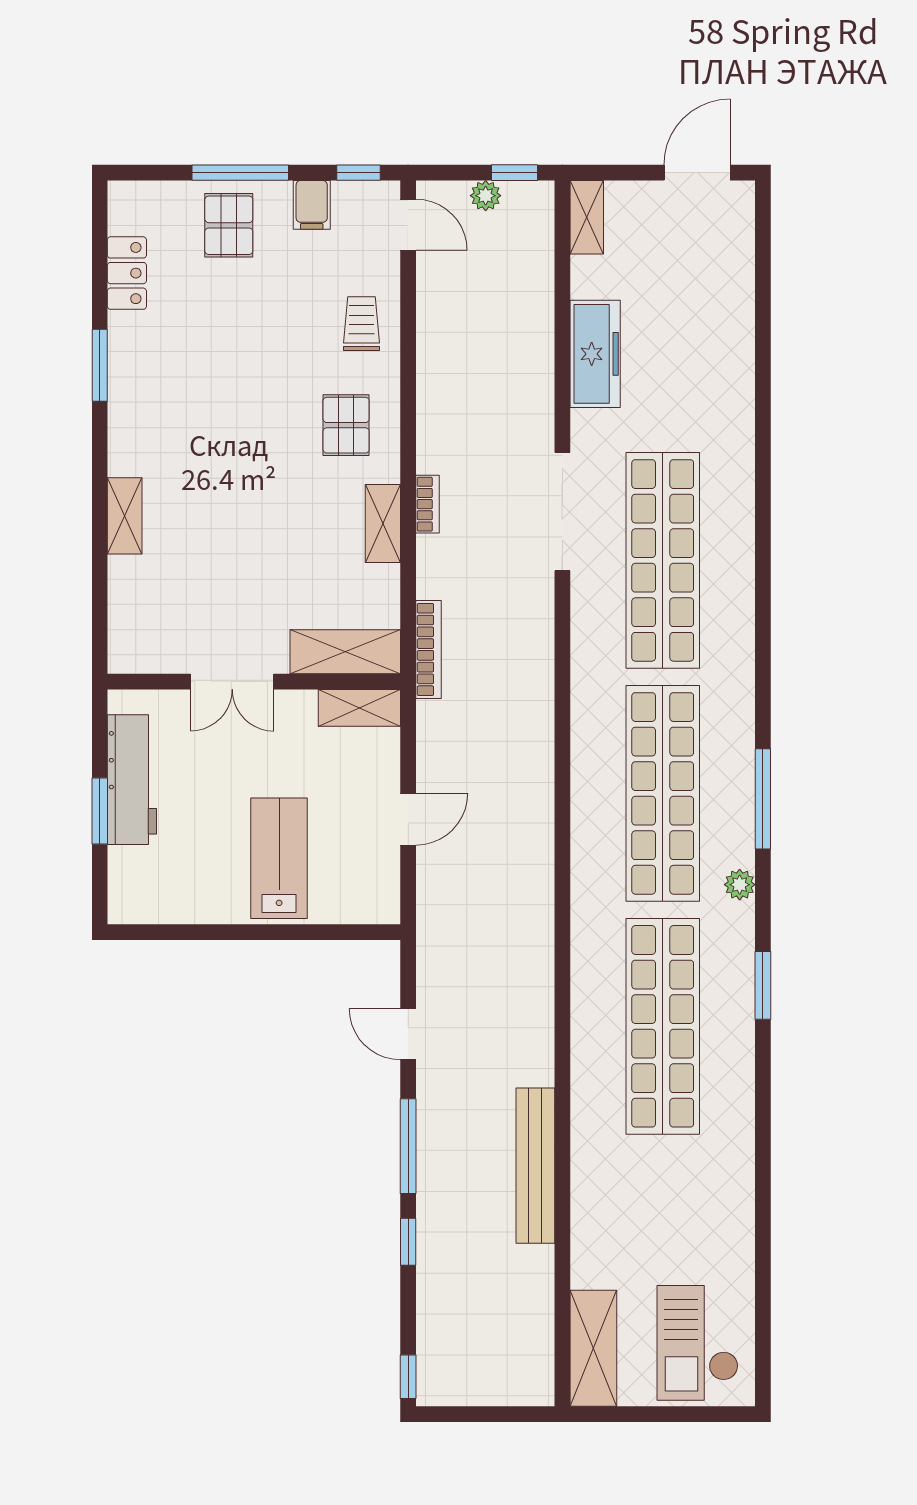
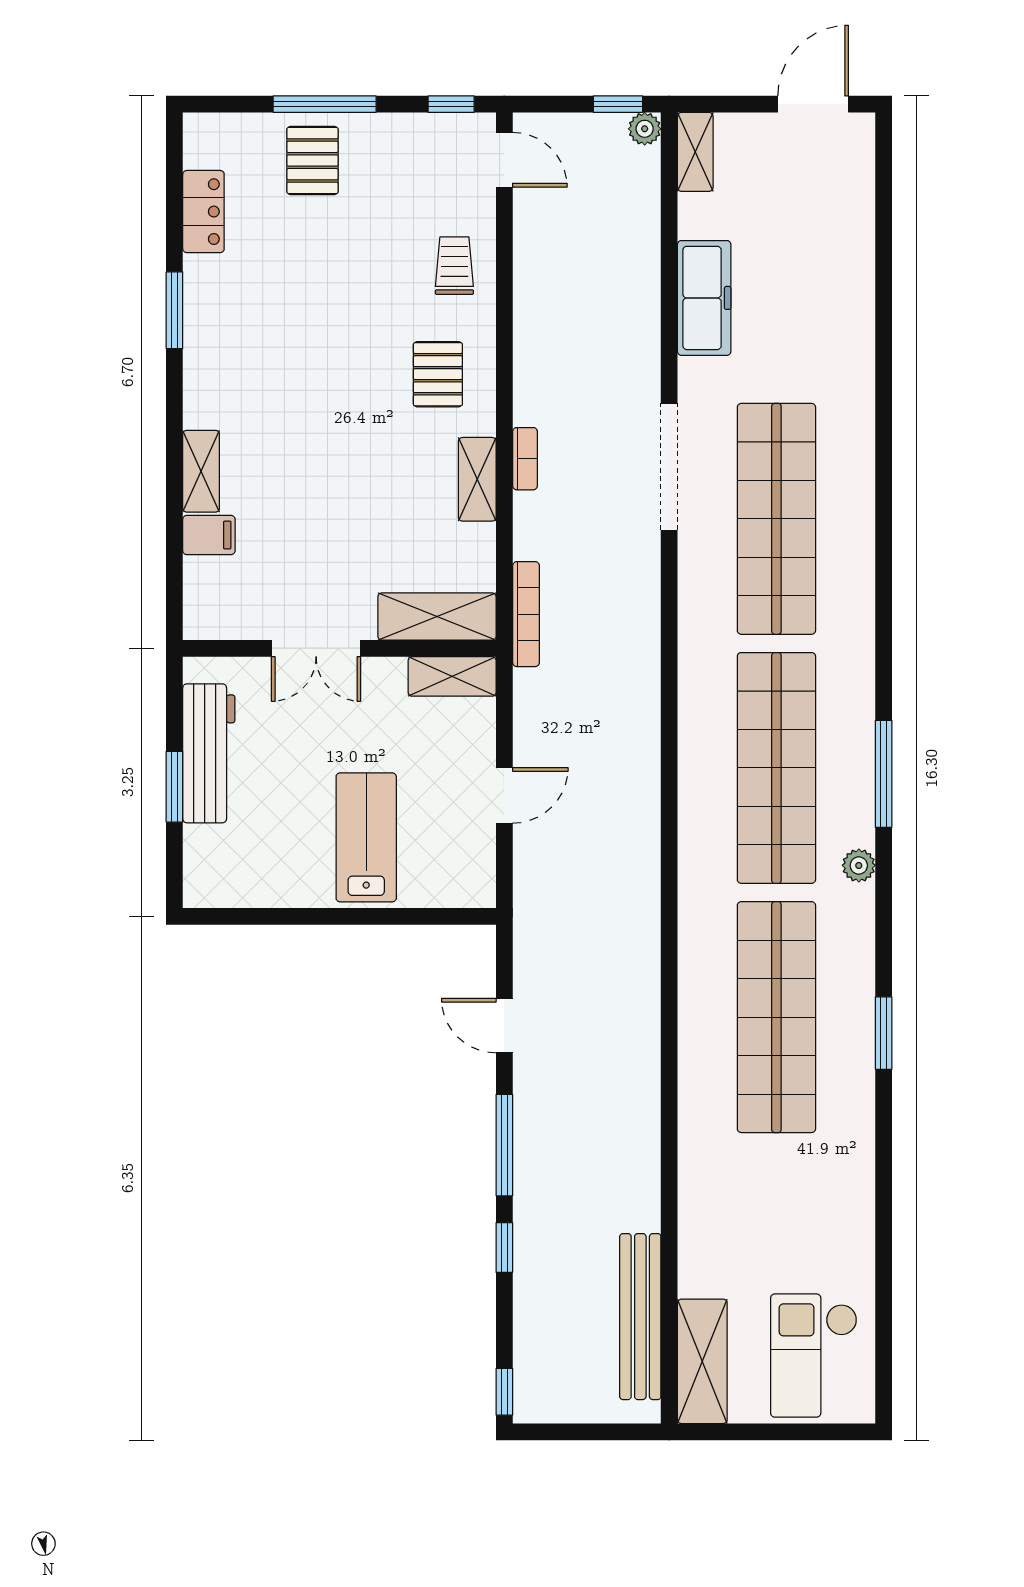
plant: (486, 196) -> (645, 129), moved
filing cabinet: (312, 205) -> (209, 535), moved, turned -90
window: (763, 985) -> (884, 1033), moved
bench: (535, 1166) -> (640, 1317), moved

